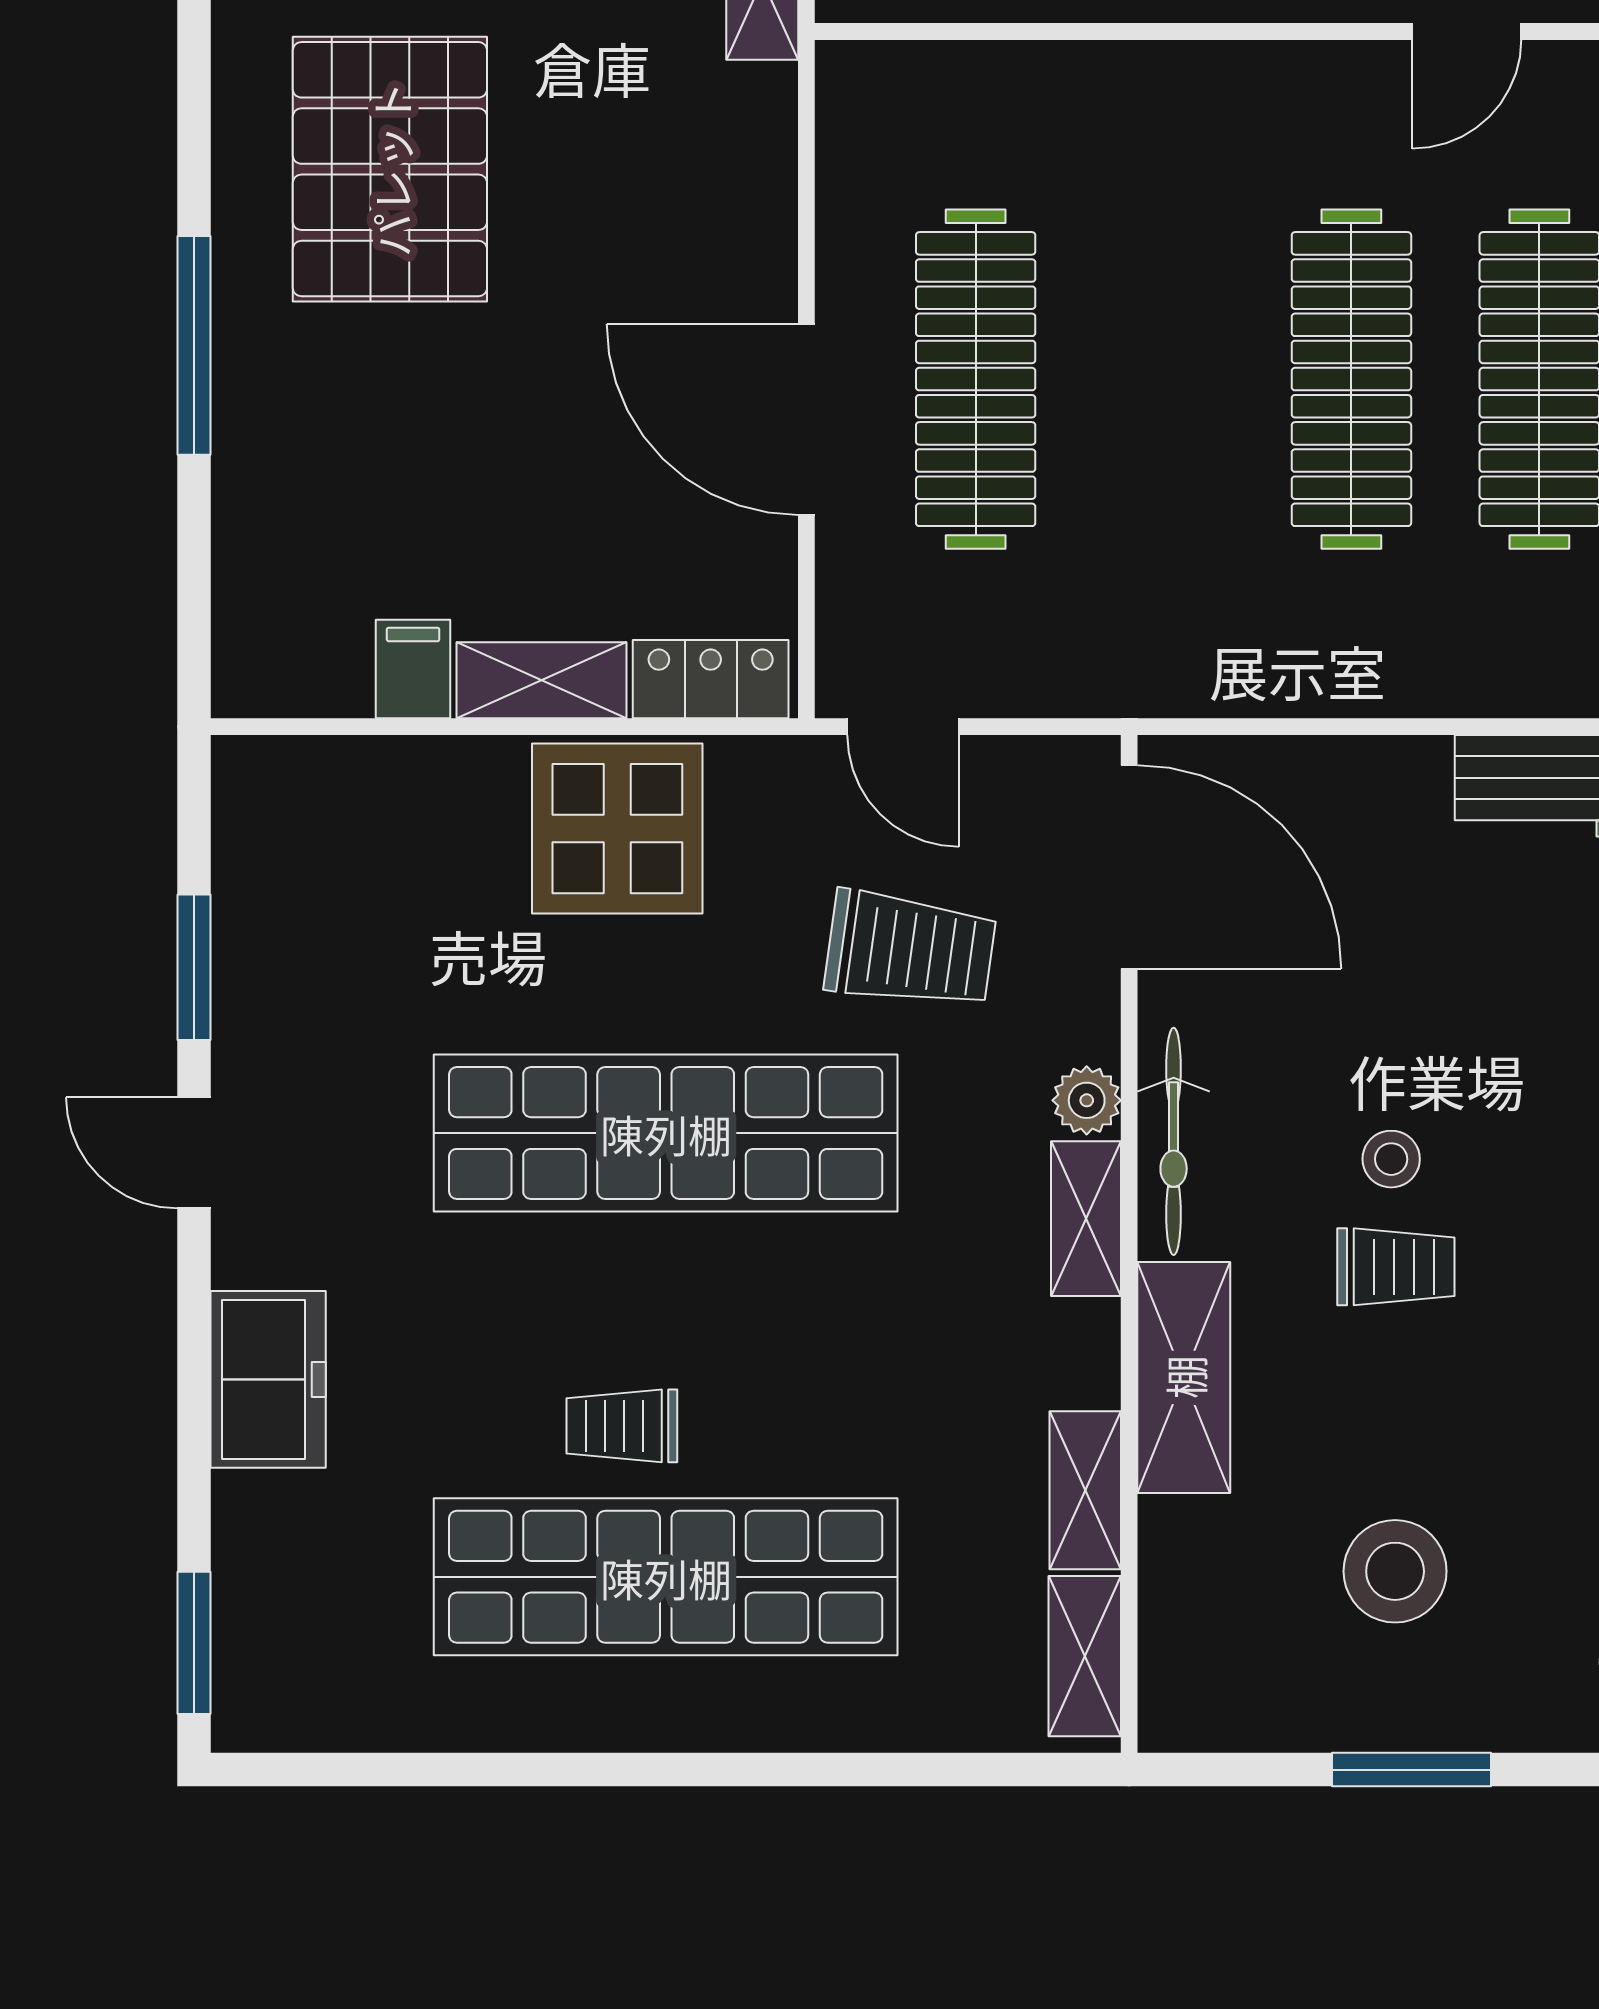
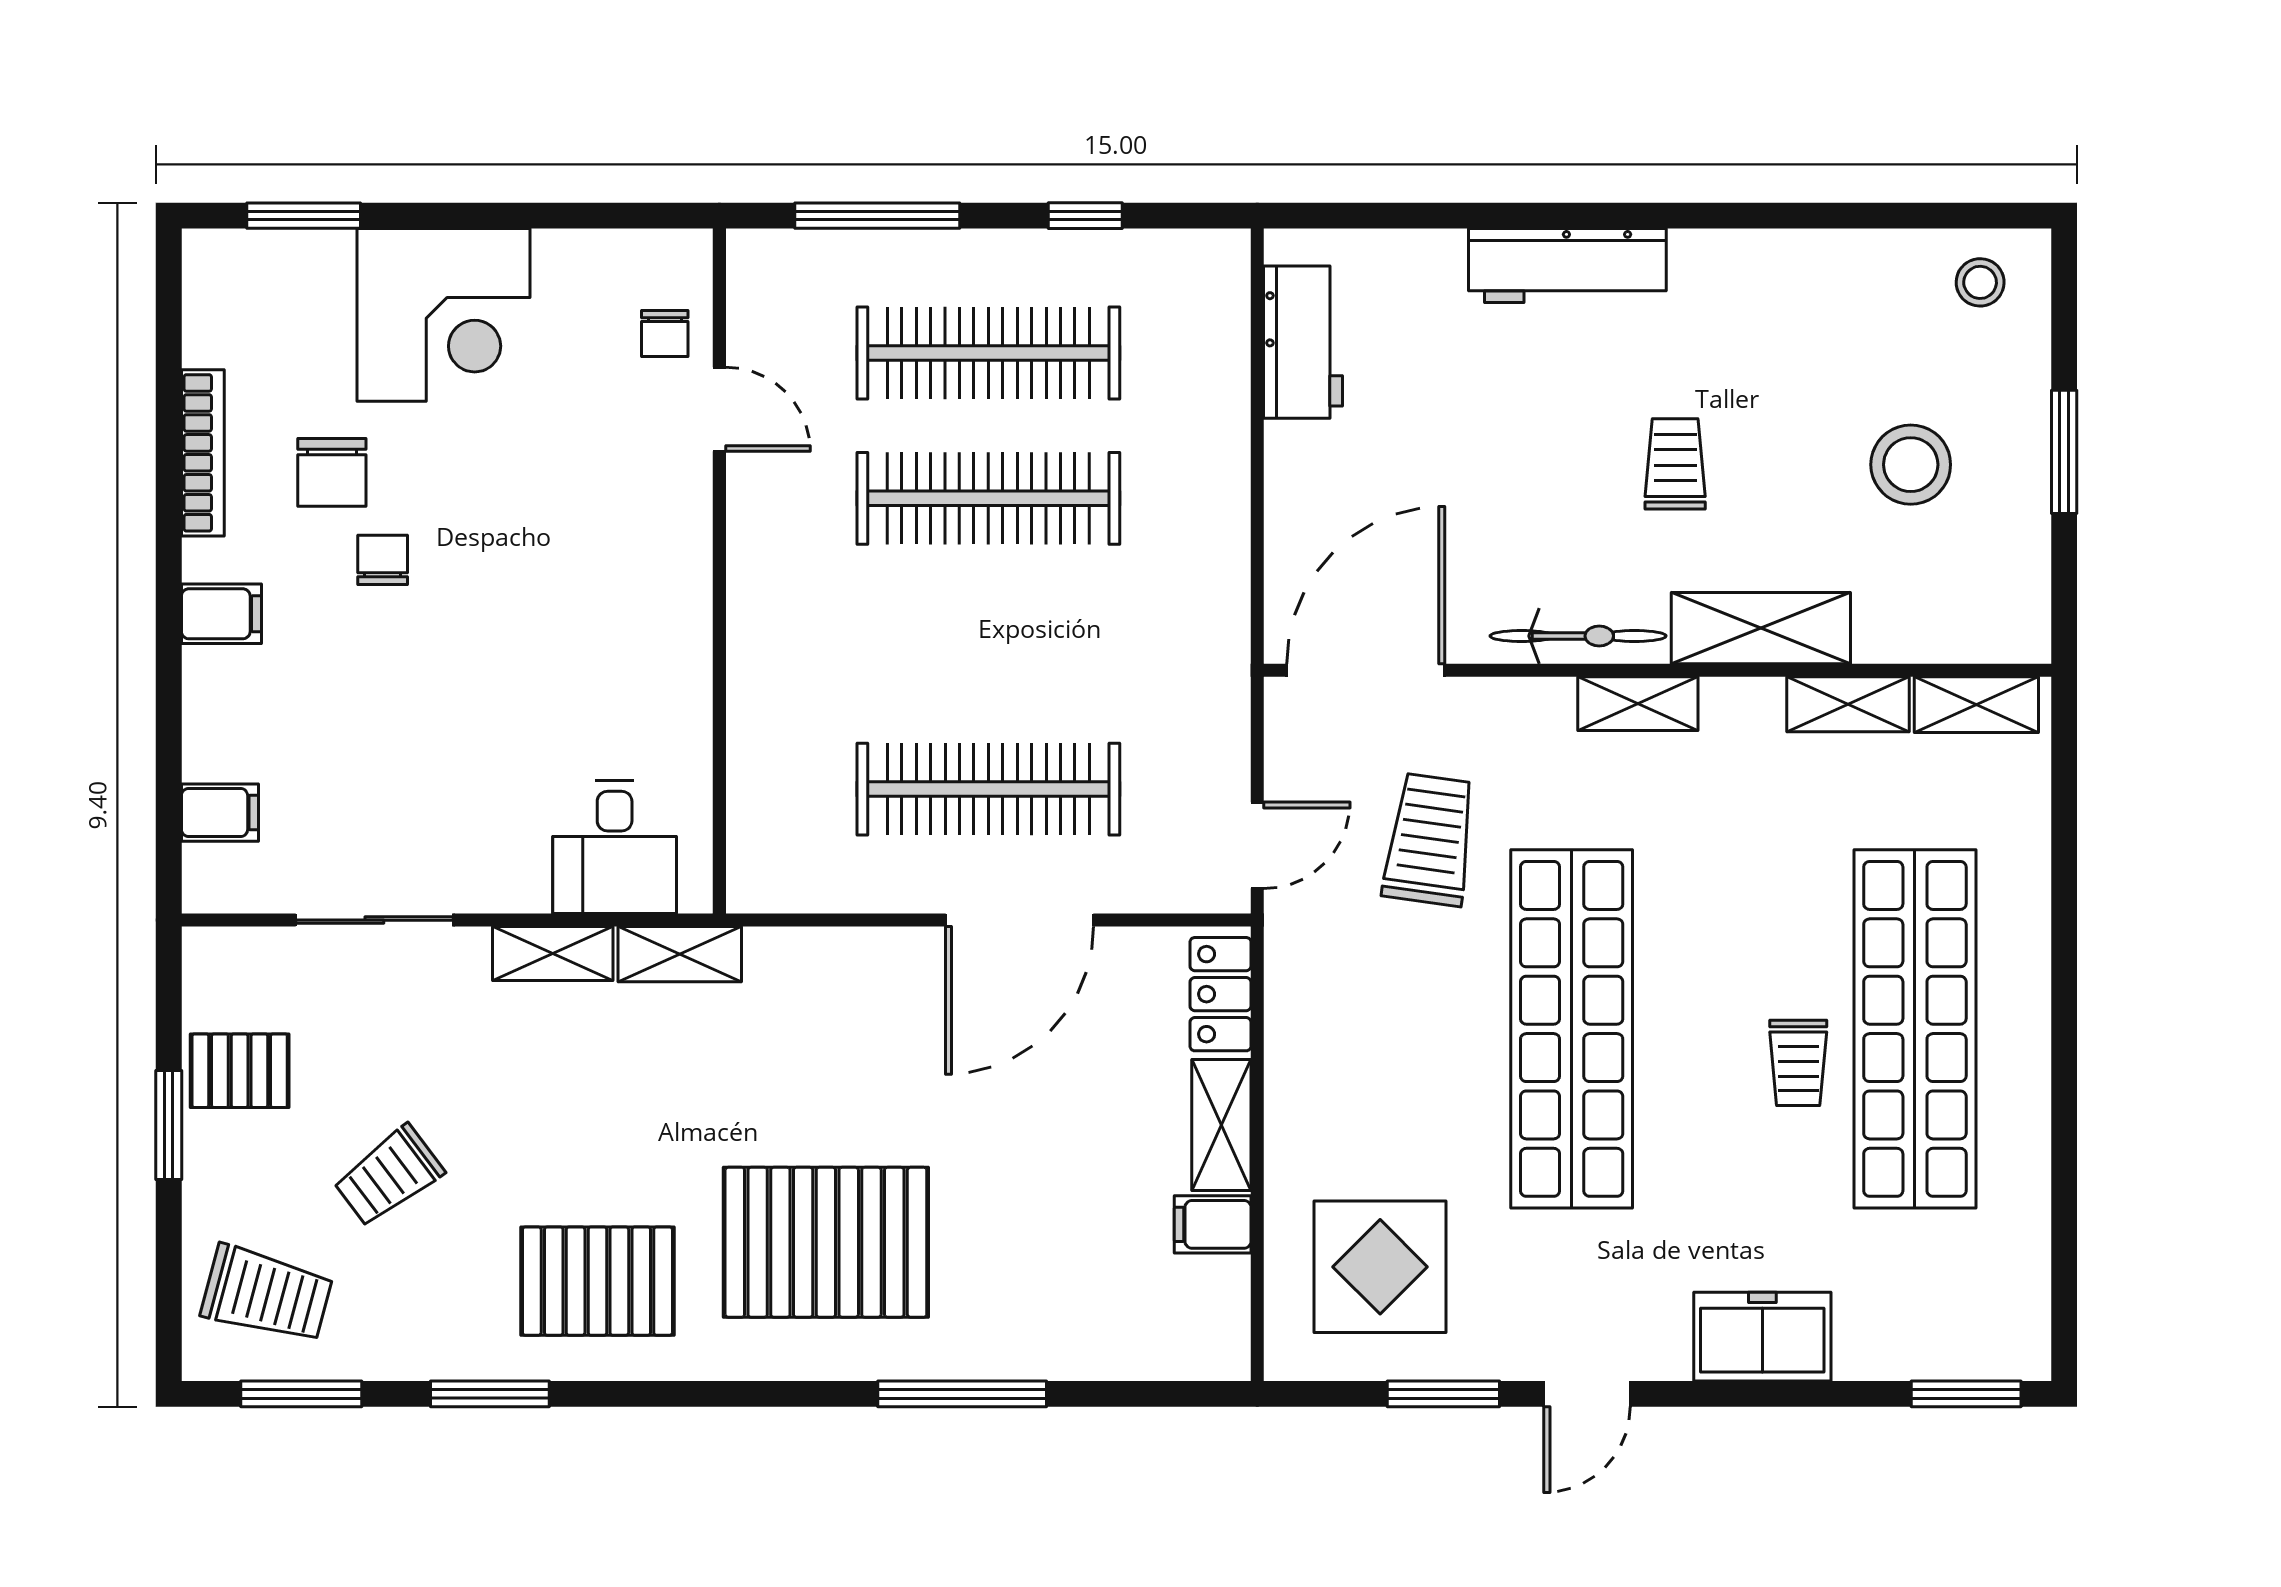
display table: (617, 829) -> (1380, 1267), moved
plant: (1087, 1100) -> (1546, 703), removed
stool: (1391, 1159) -> (1592, 468), removed

